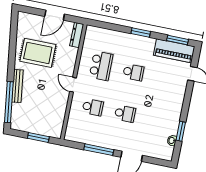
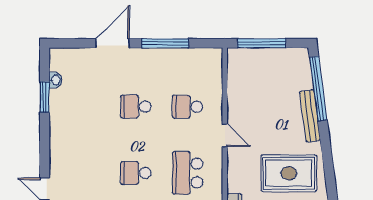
window: (38, 137) -> (262, 43), width x1.44

